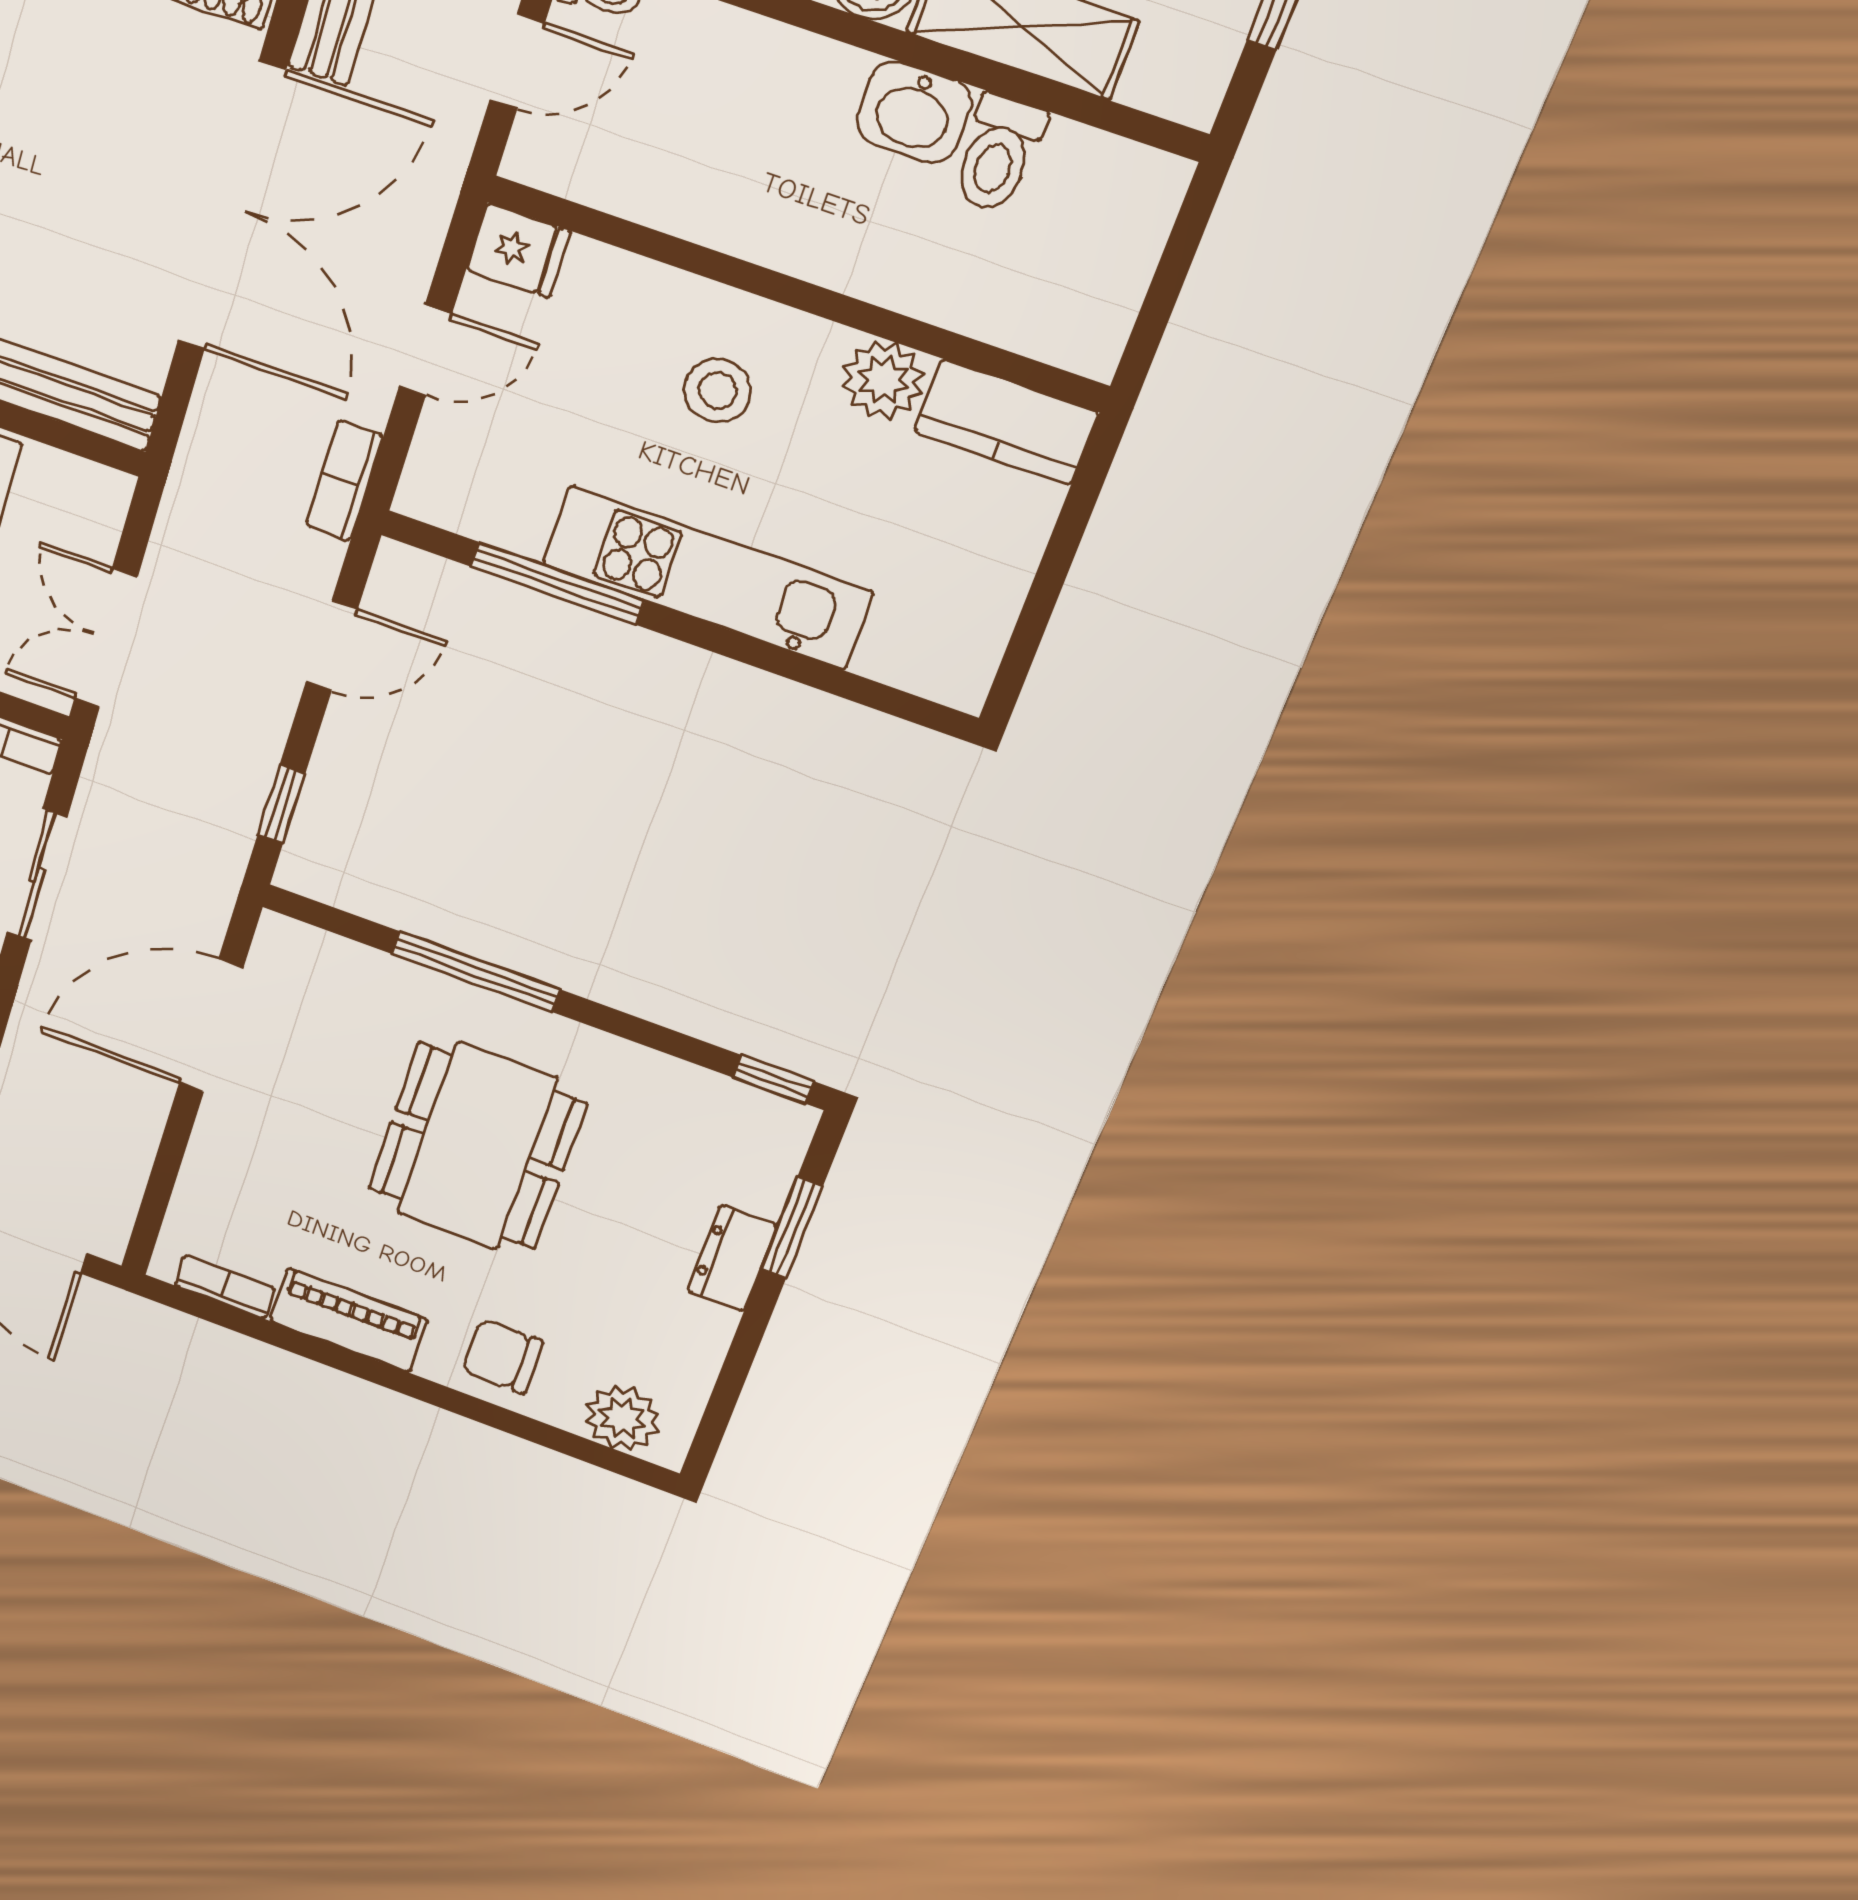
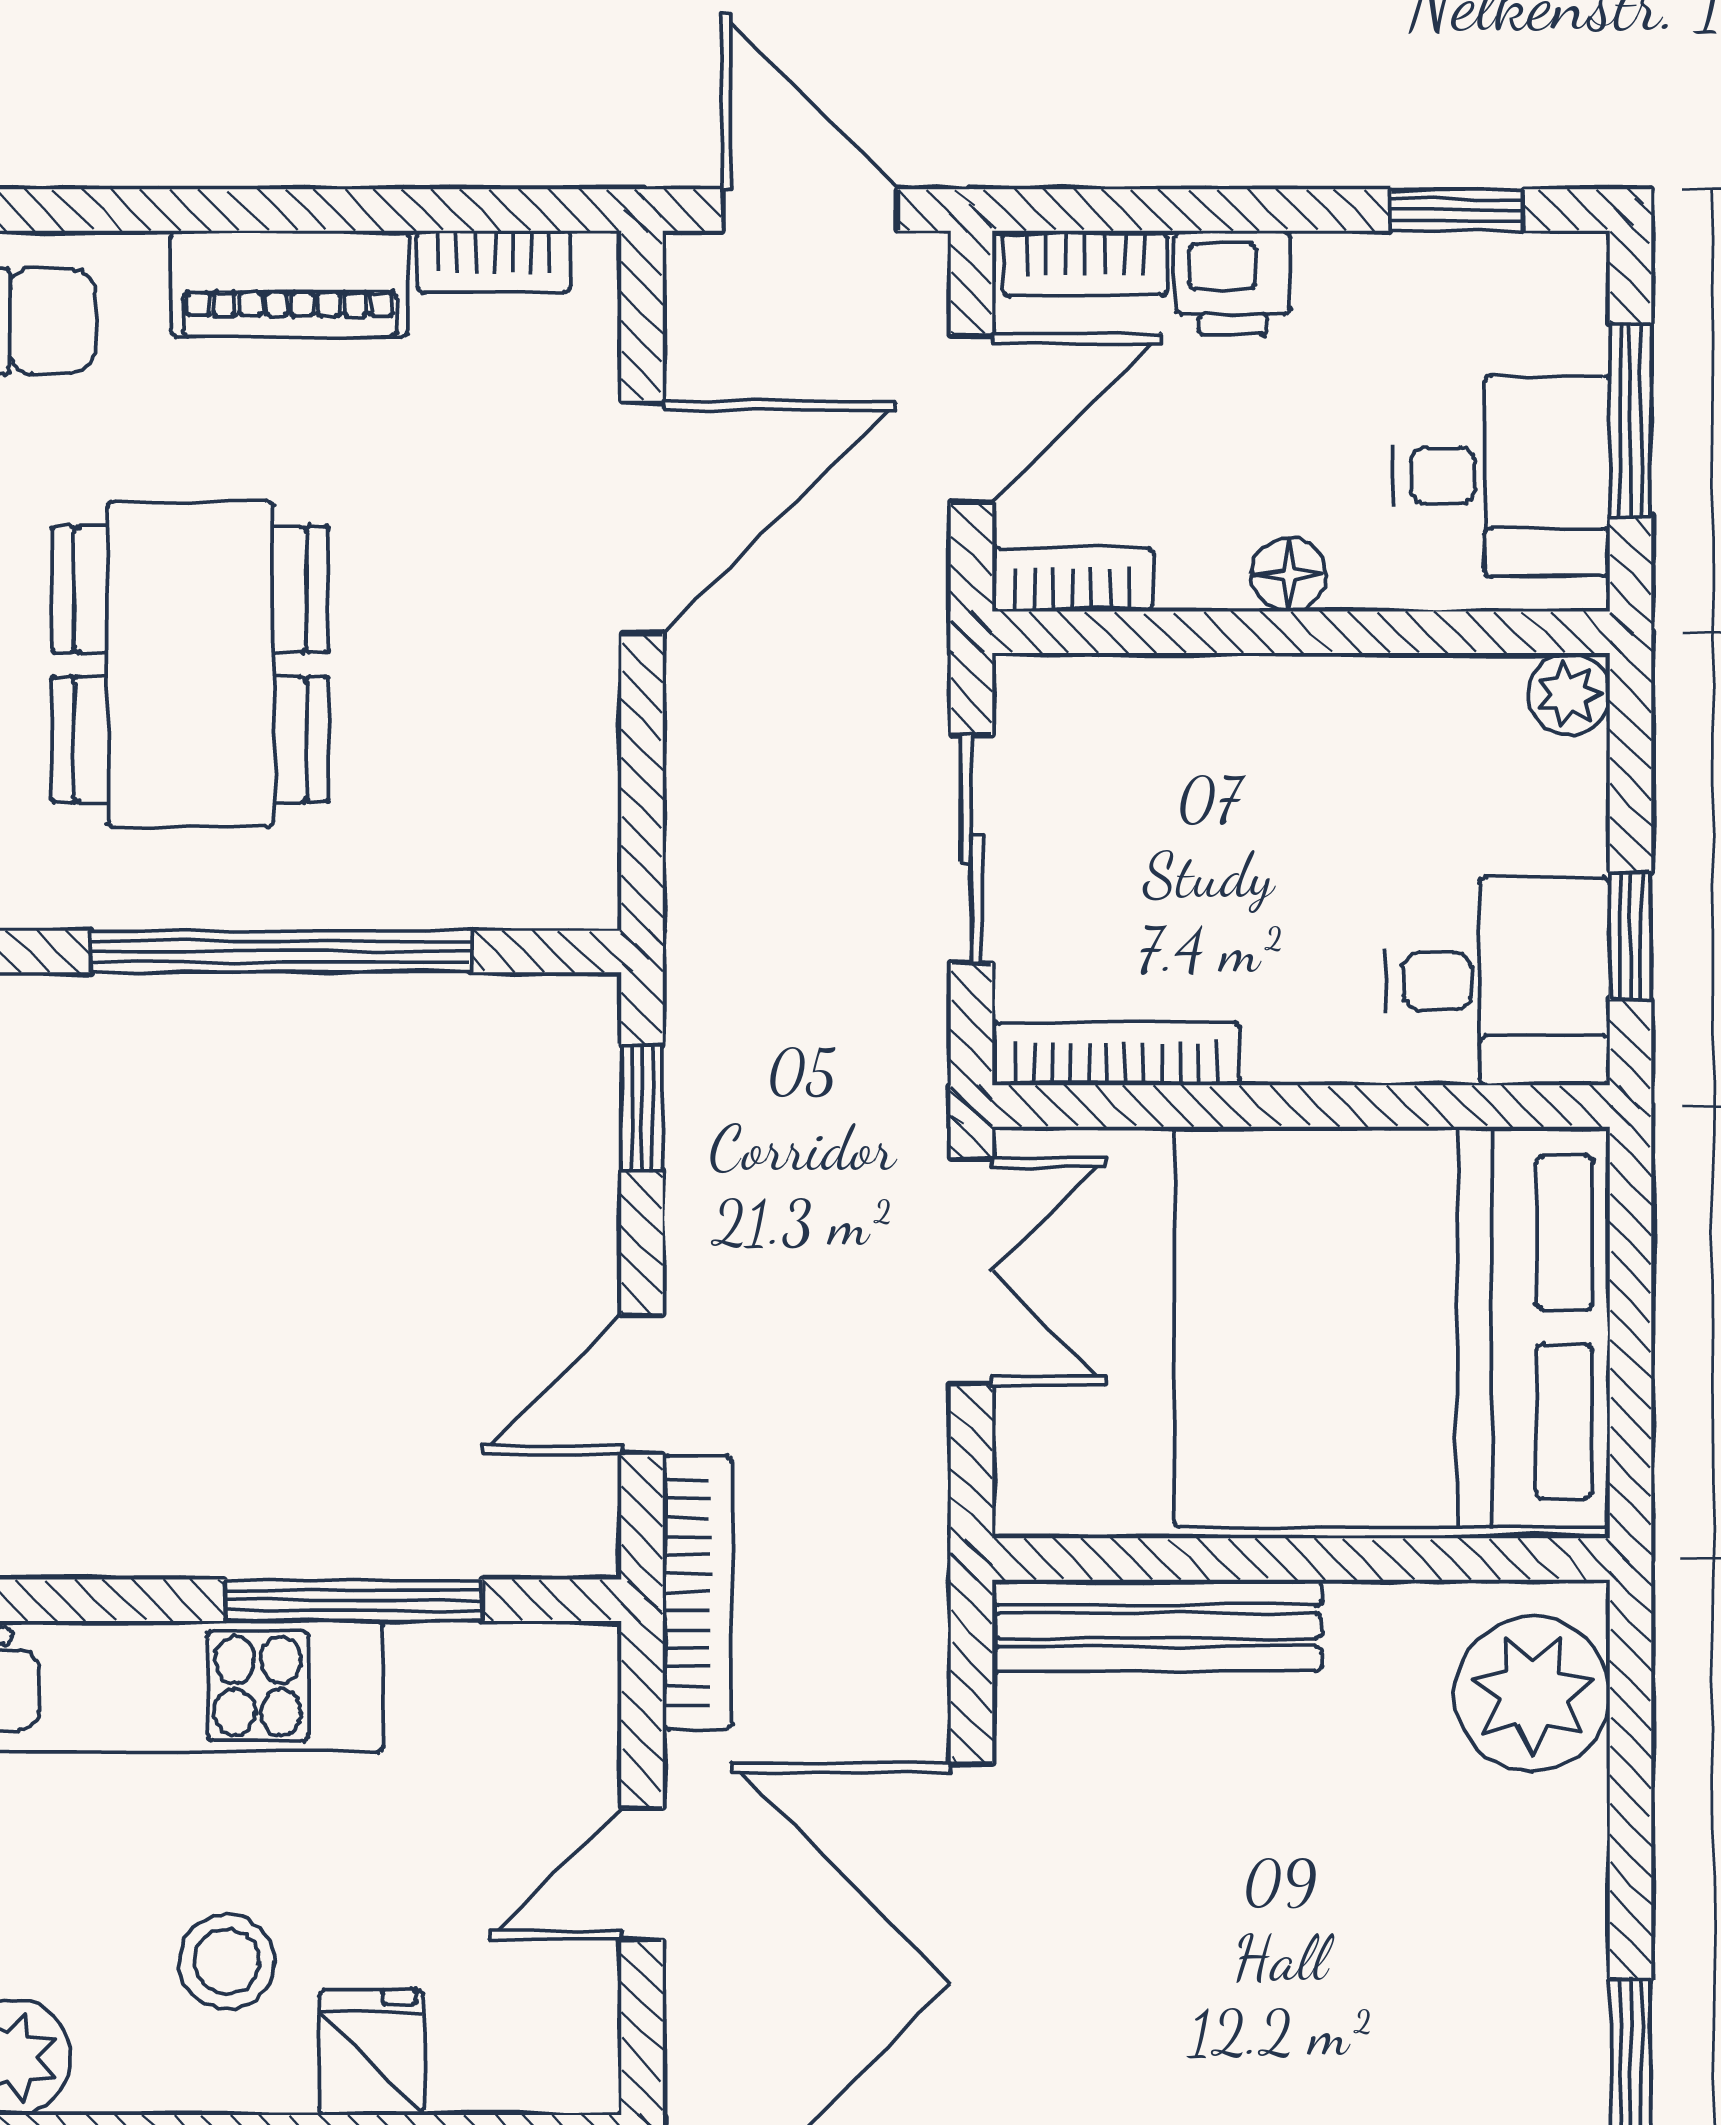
fridge: (518, 250) -> (372, 2052), moved, turned 90
bookcase: (344, 481) -> (698, 1593), width x1.56
window: (476, 972) -> (281, 951), width x1.46
door: (211, 1026) -> (642, 518), moved

